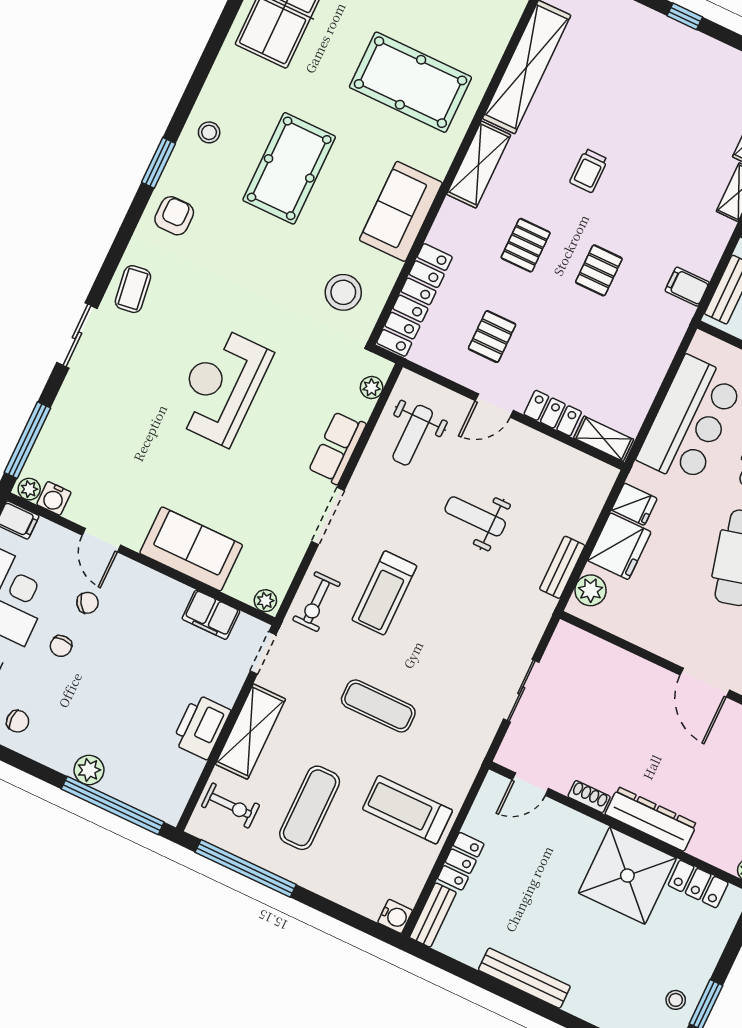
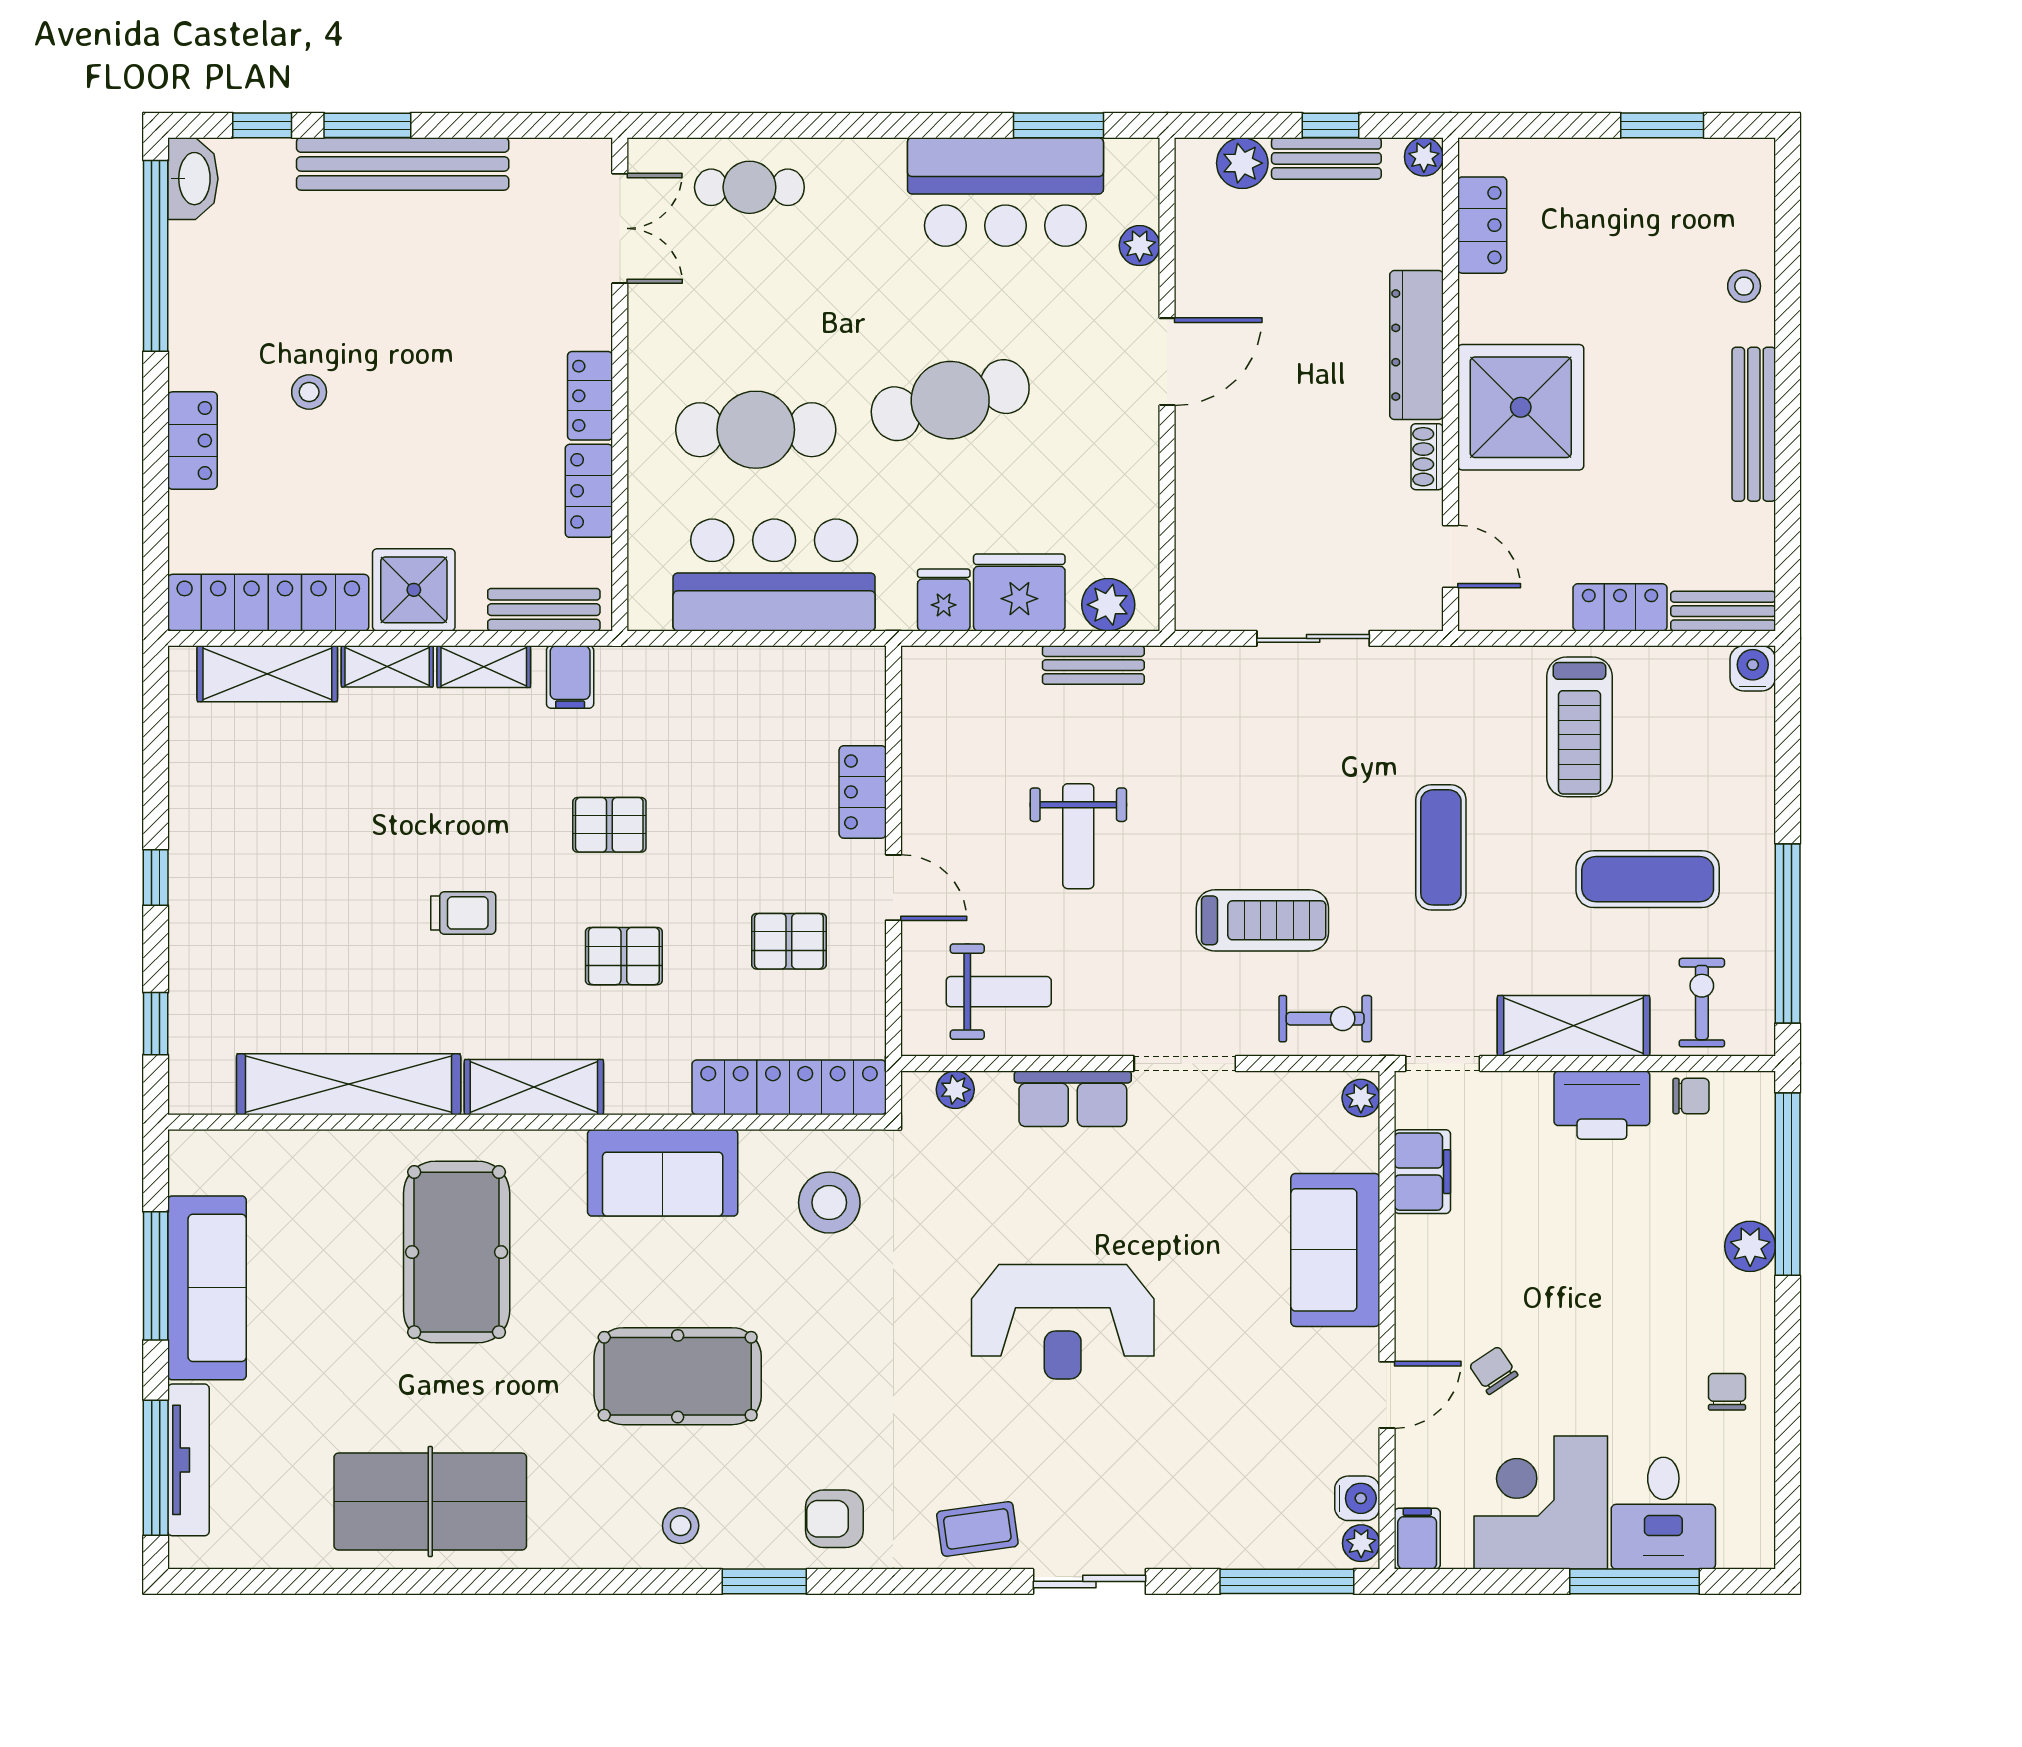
shelving: (604, 439) -> (484, 667), moved, turned 90
chair: (61, 646) -> (1691, 1096), moved
shower: (627, 876) -> (1521, 407), moved
stool: (676, 1000) -> (1744, 286), moved

